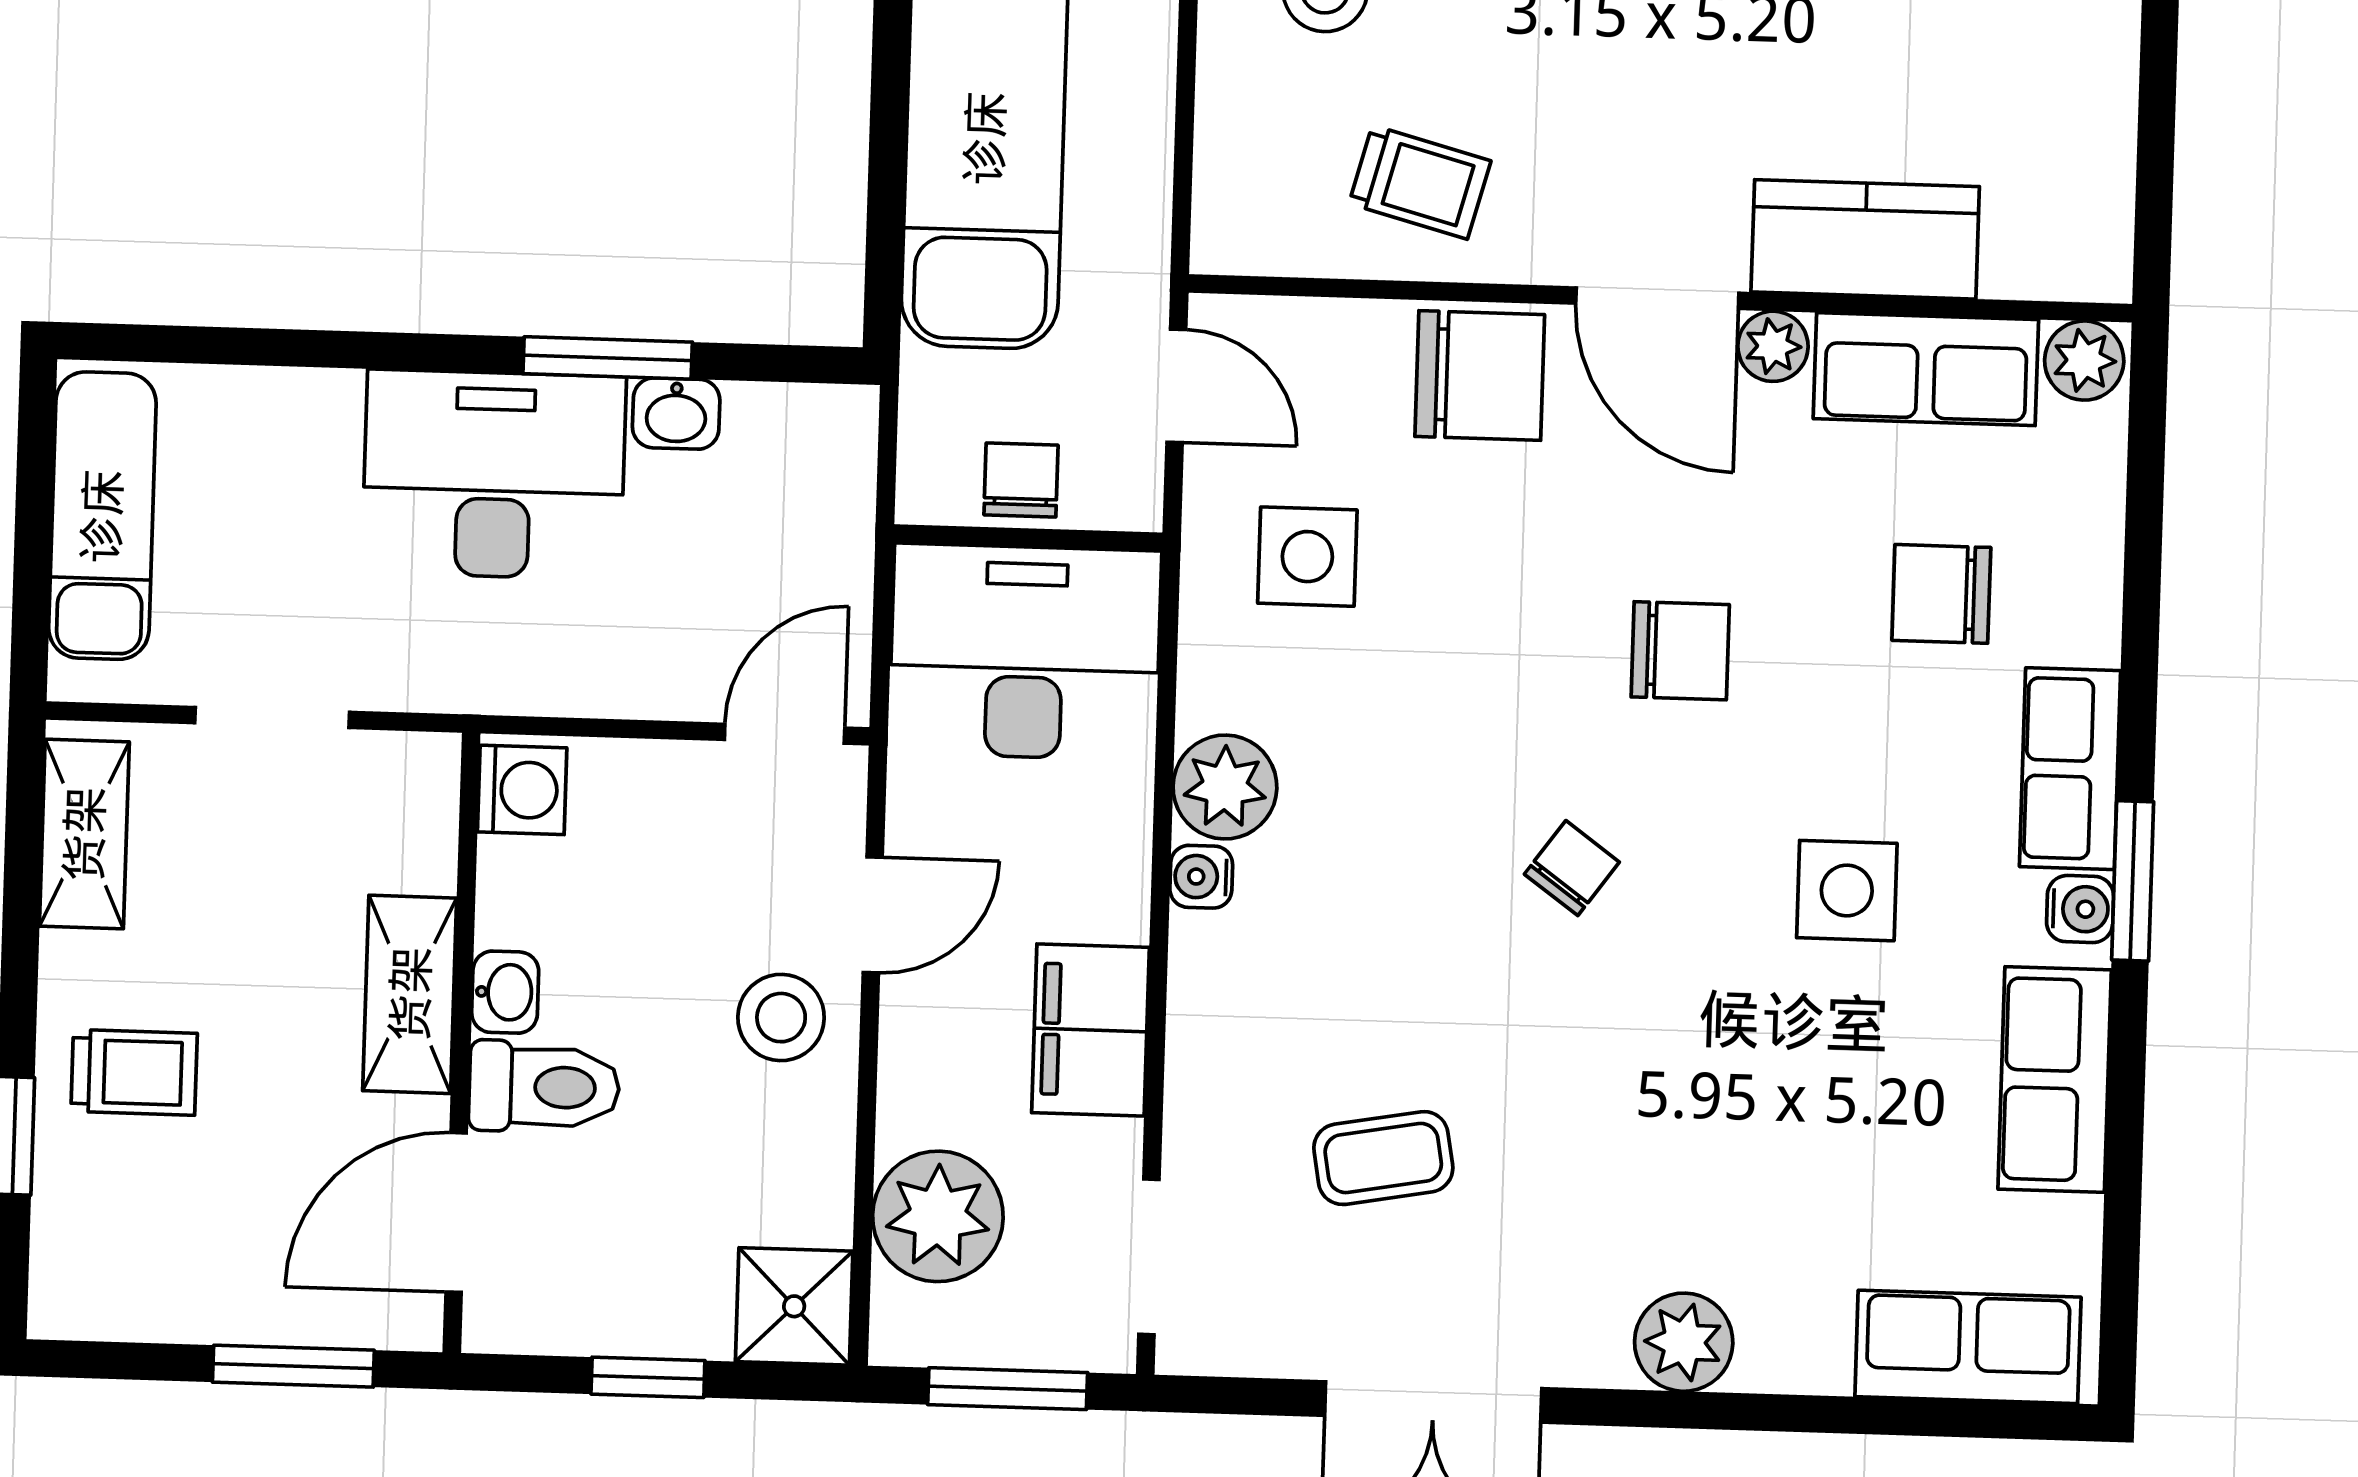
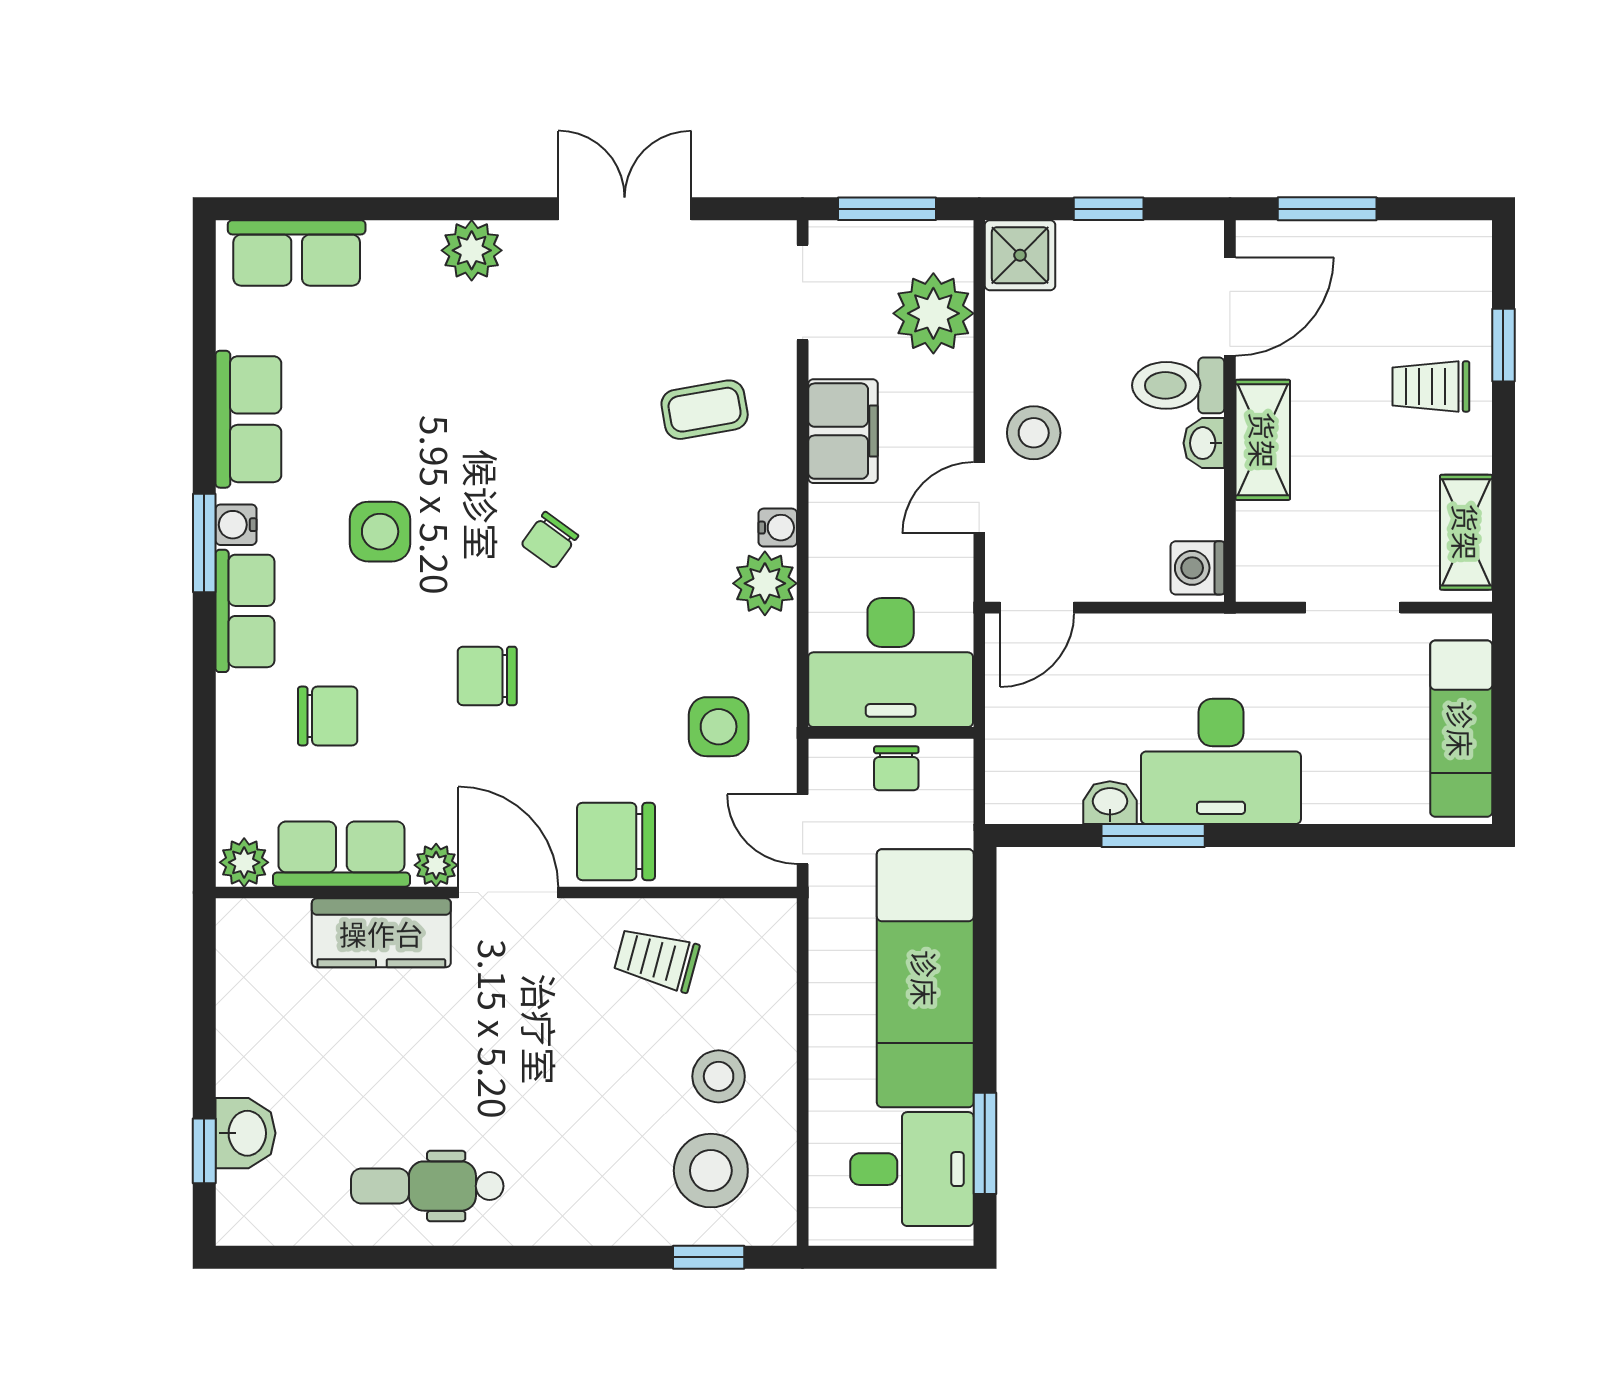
coffee table: (1383, 1158) -> (705, 410), moved

